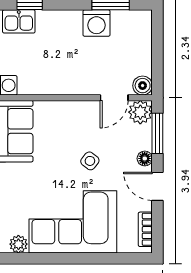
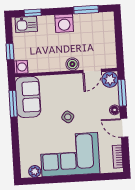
washing machine: (96, 23) -> (64, 23), moved
boiler: (143, 86) -> (72, 64), moved
side table: (90, 161) -> (68, 117), moved

